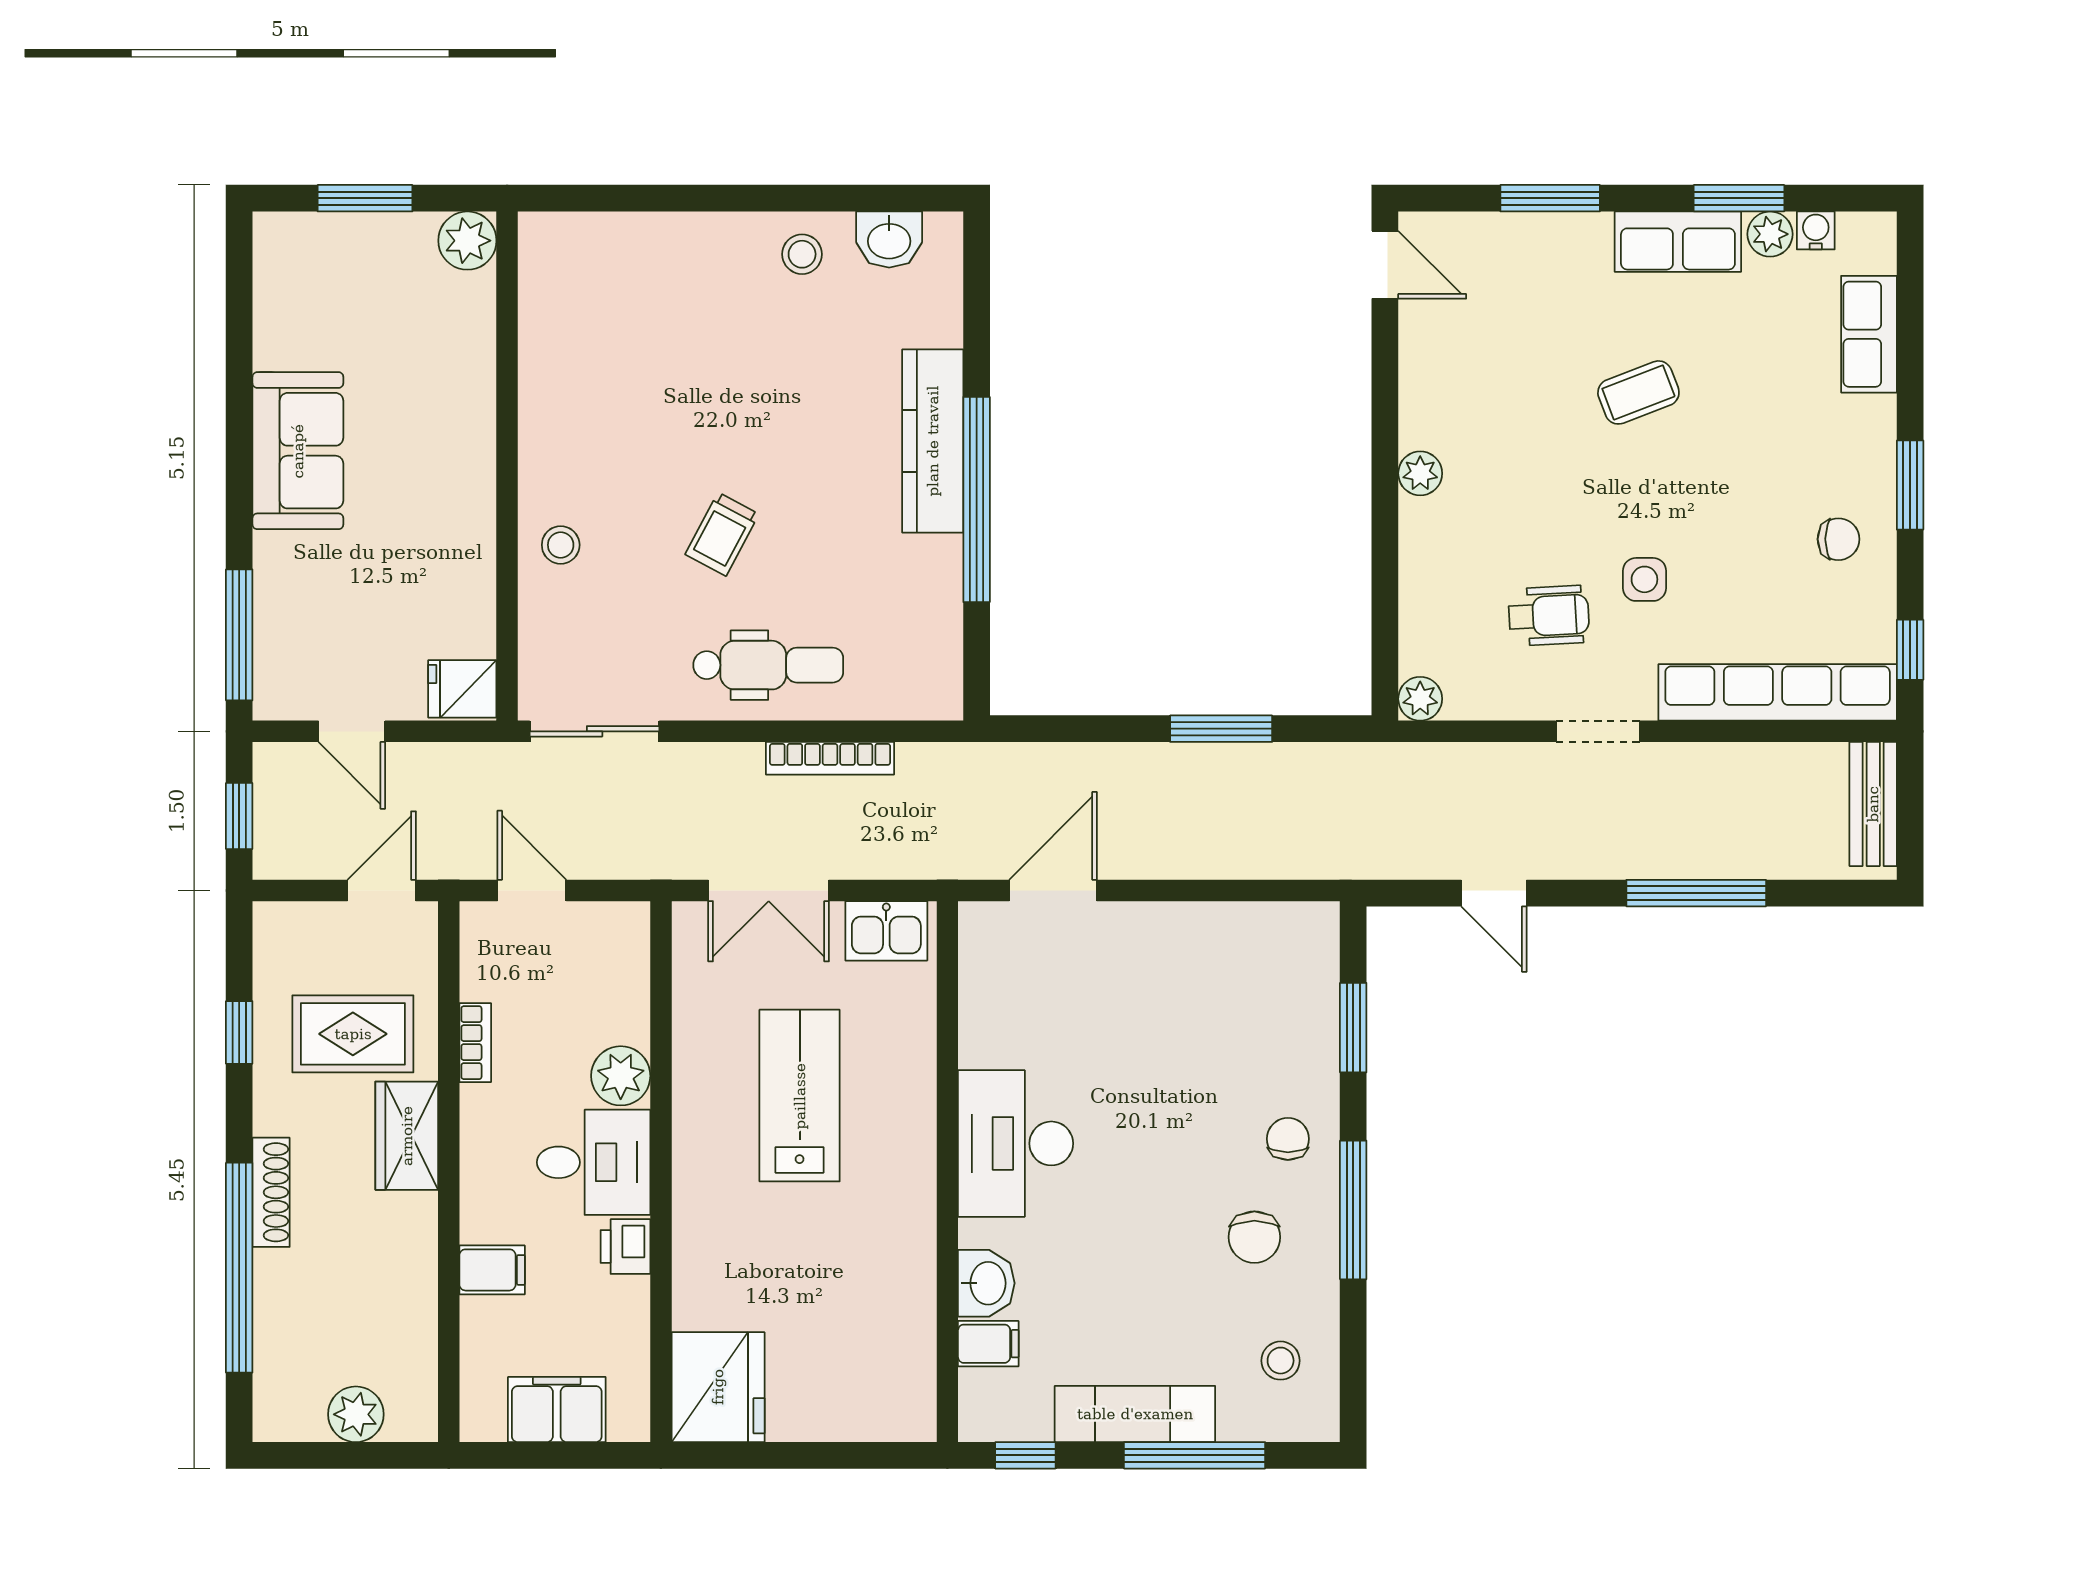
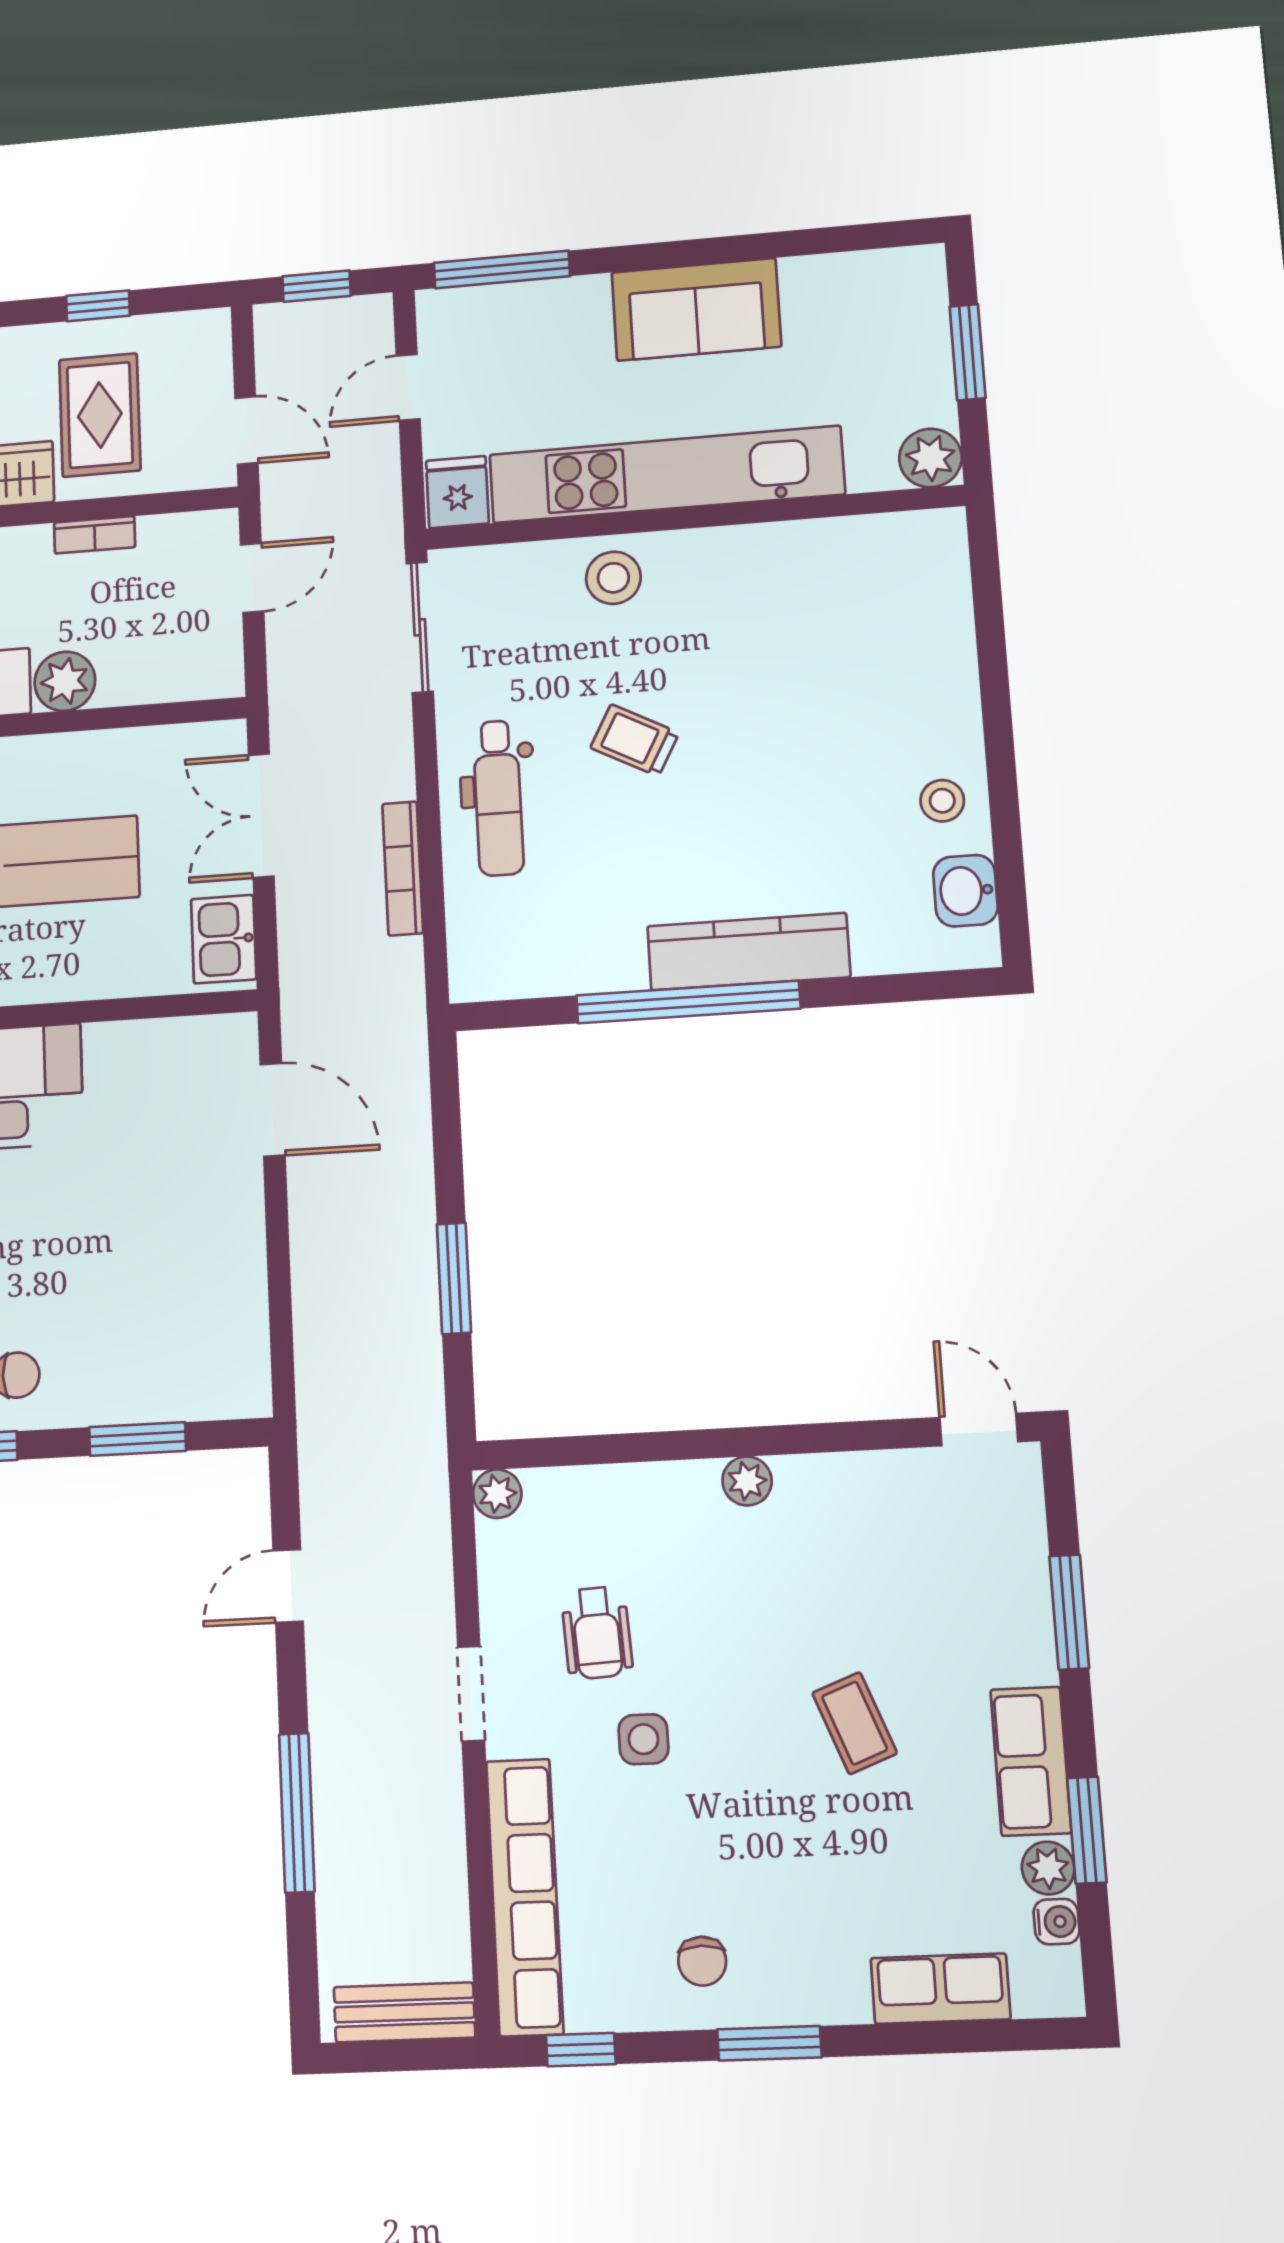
door: (1385, 265) -> (979, 1430), swing flipped
kitchen unit: (462, 489) -> (666, 474), added
stool: (561, 545) -> (613, 578), width x1.37, depth x1.37

